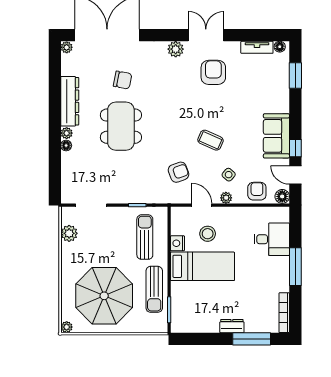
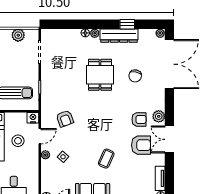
double door: (206, 35) -> (169, 139), swing flipped
window: (55, 90) -> (127, 24), added
dining table: (121, 126) -> (100, 75), width x0.73
coffee table: (211, 140) -> (106, 159), moved
armchair: (257, 191) -> (139, 119), moved
nightstand: (177, 243) -> (33, 118), moved

